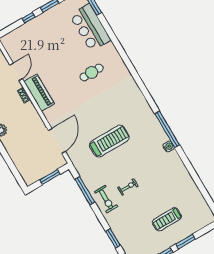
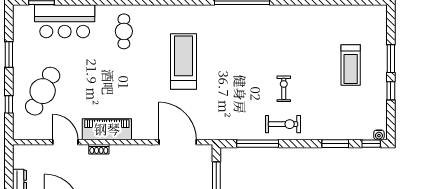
window: (29, 18) -> (9, 104), moved
cafe table: (39, 39) -> (43, 91), added
cafe table: (92, 72) -> (124, 31), moved
treadmill: (109, 141) -> (184, 61), moved
water cooler: (169, 147) -> (264, 11), removed

